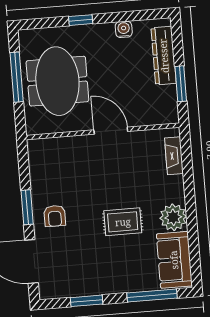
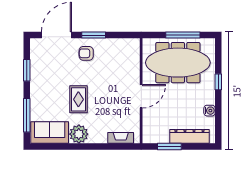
meeting table: (57, 81) -> (178, 63), width x1.36

